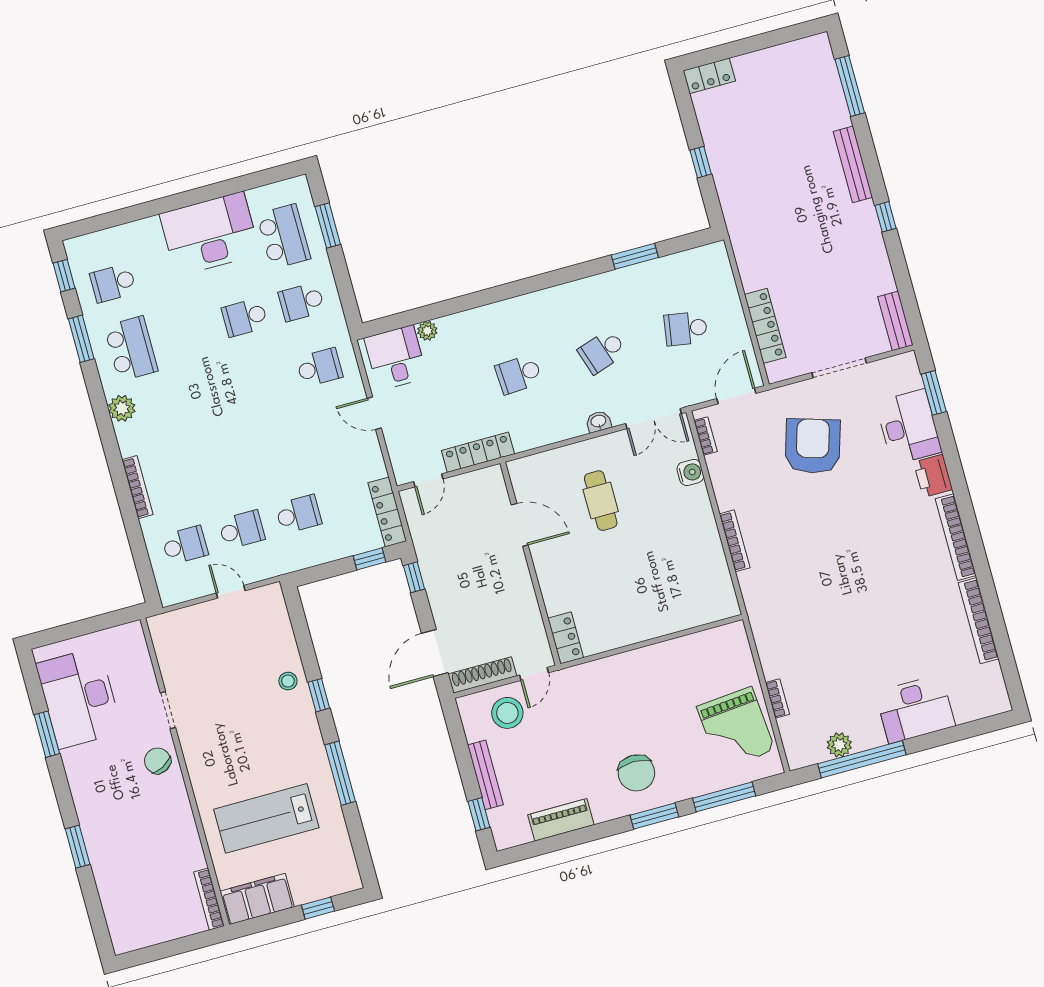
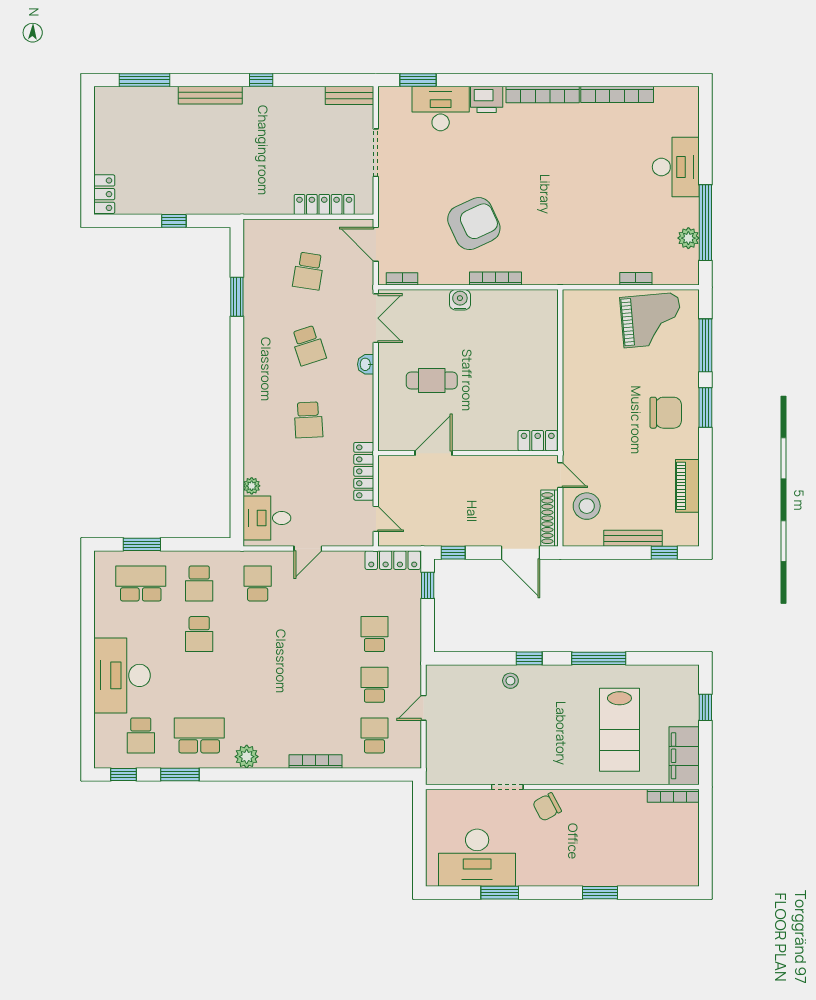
desk: (210, 234) -> (122, 675), moved
armchair: (813, 446) -> (474, 224), moved, turned 138
water cooler: (690, 472) -> (460, 300), moved

